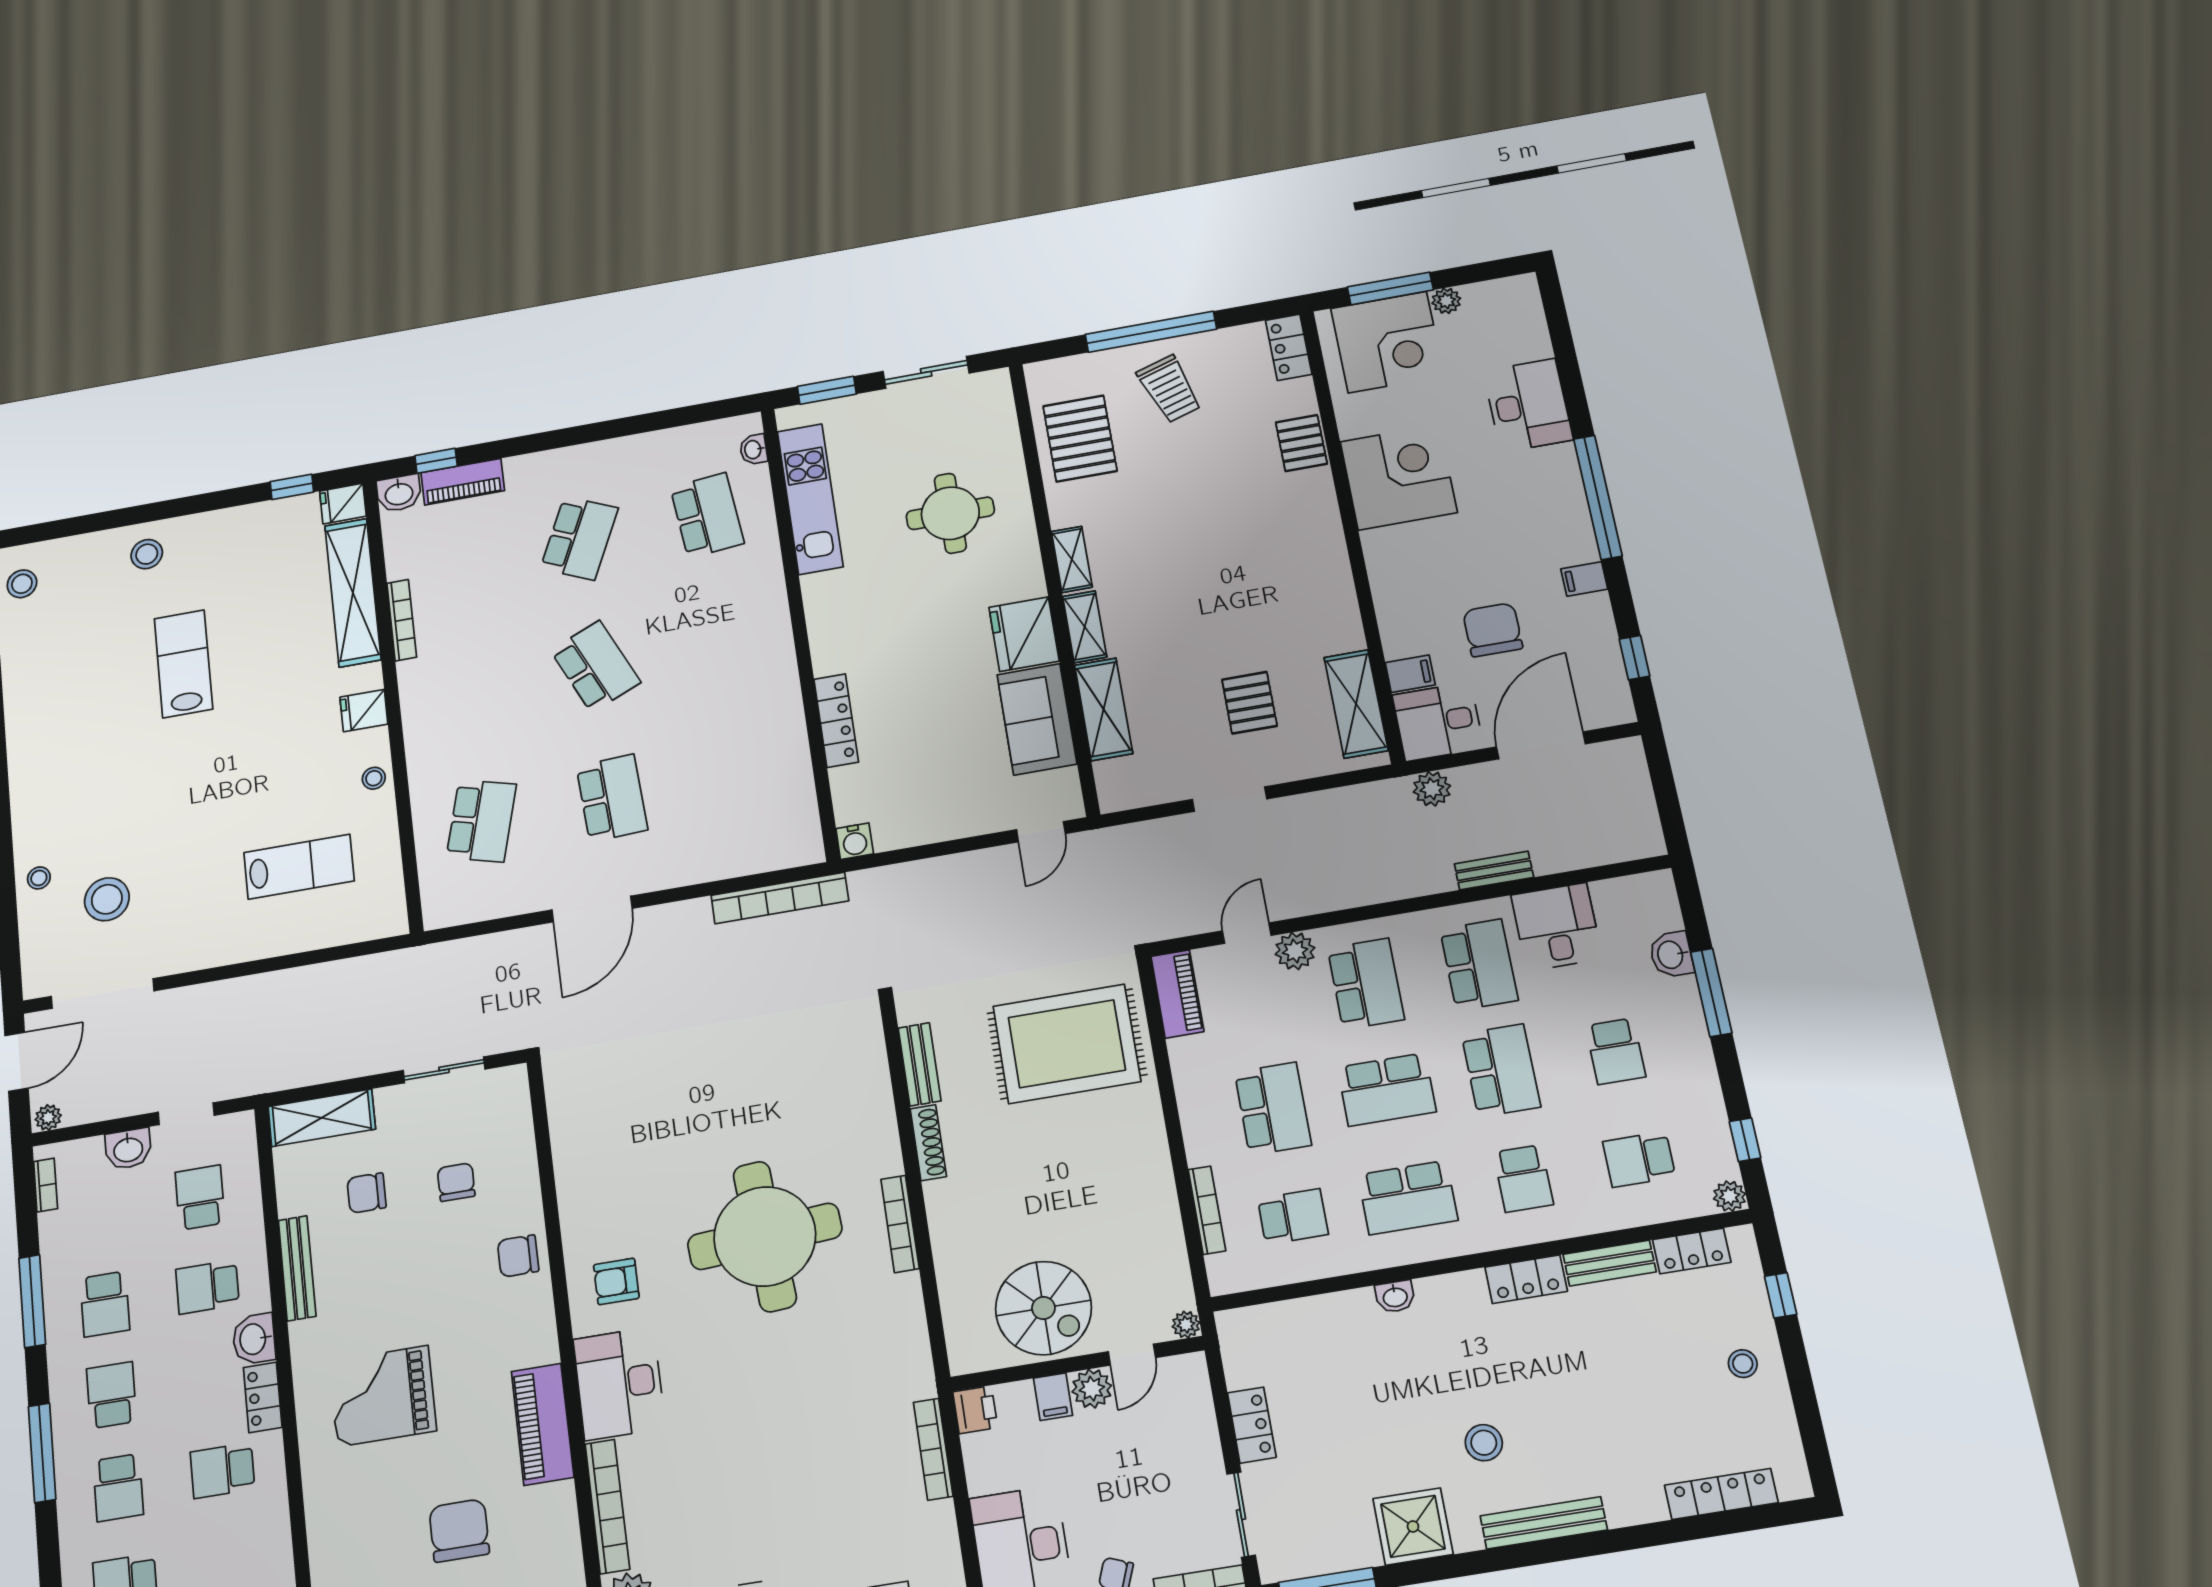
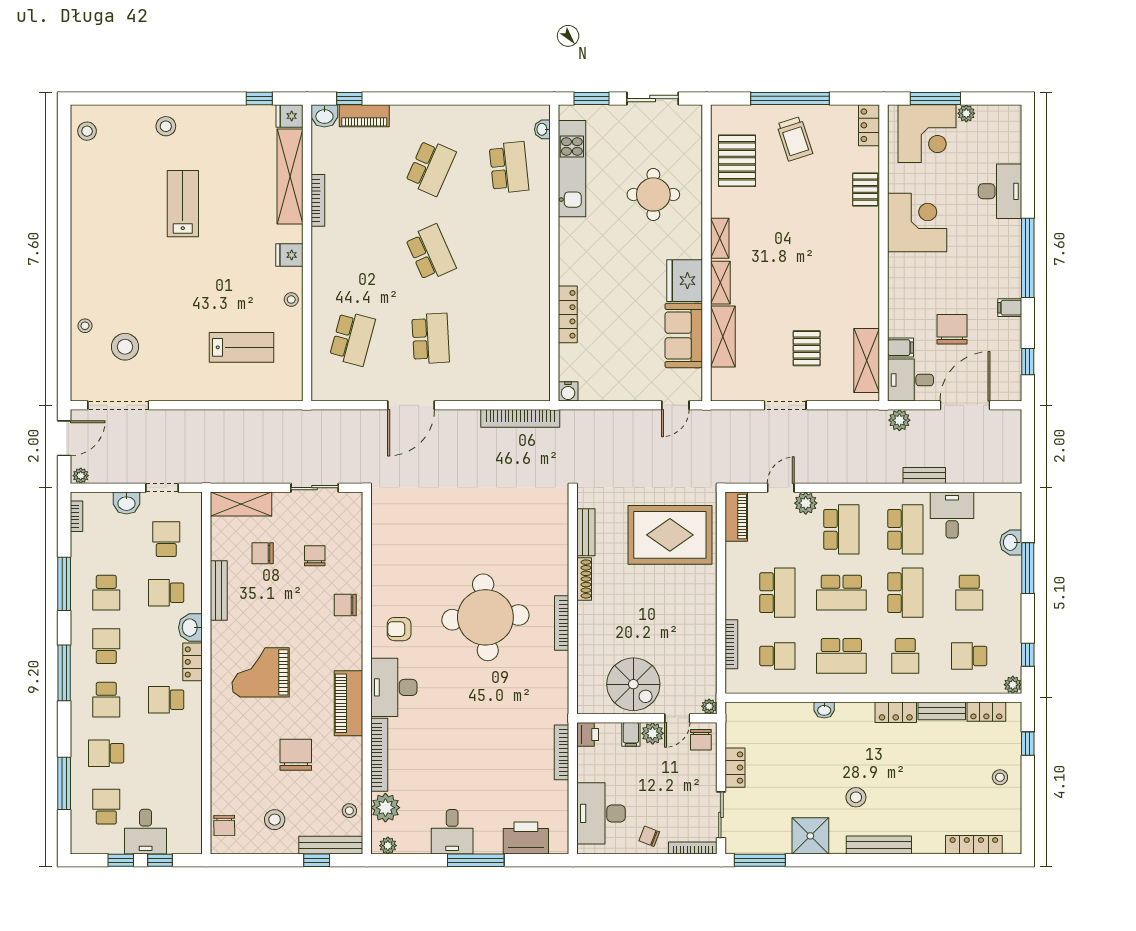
chair: (1181, 1386) -> (701, 740), added

